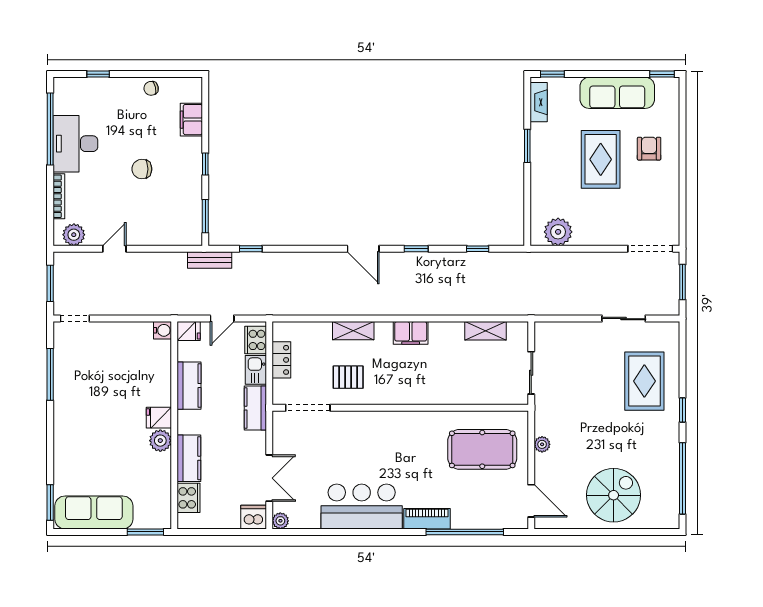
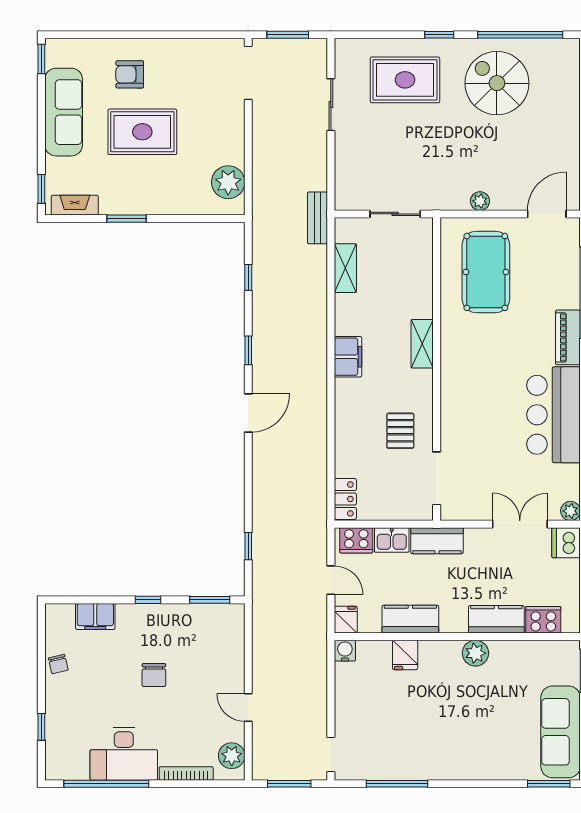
bench: (210, 260) -> (318, 218), moved
shelving: (353, 331) -> (422, 344), moved
locker: (281, 360) -> (345, 499), moved, turned 90
fridge: (159, 418) -> (405, 655), moved
spiral stairs: (614, 495) -> (497, 83), moved

